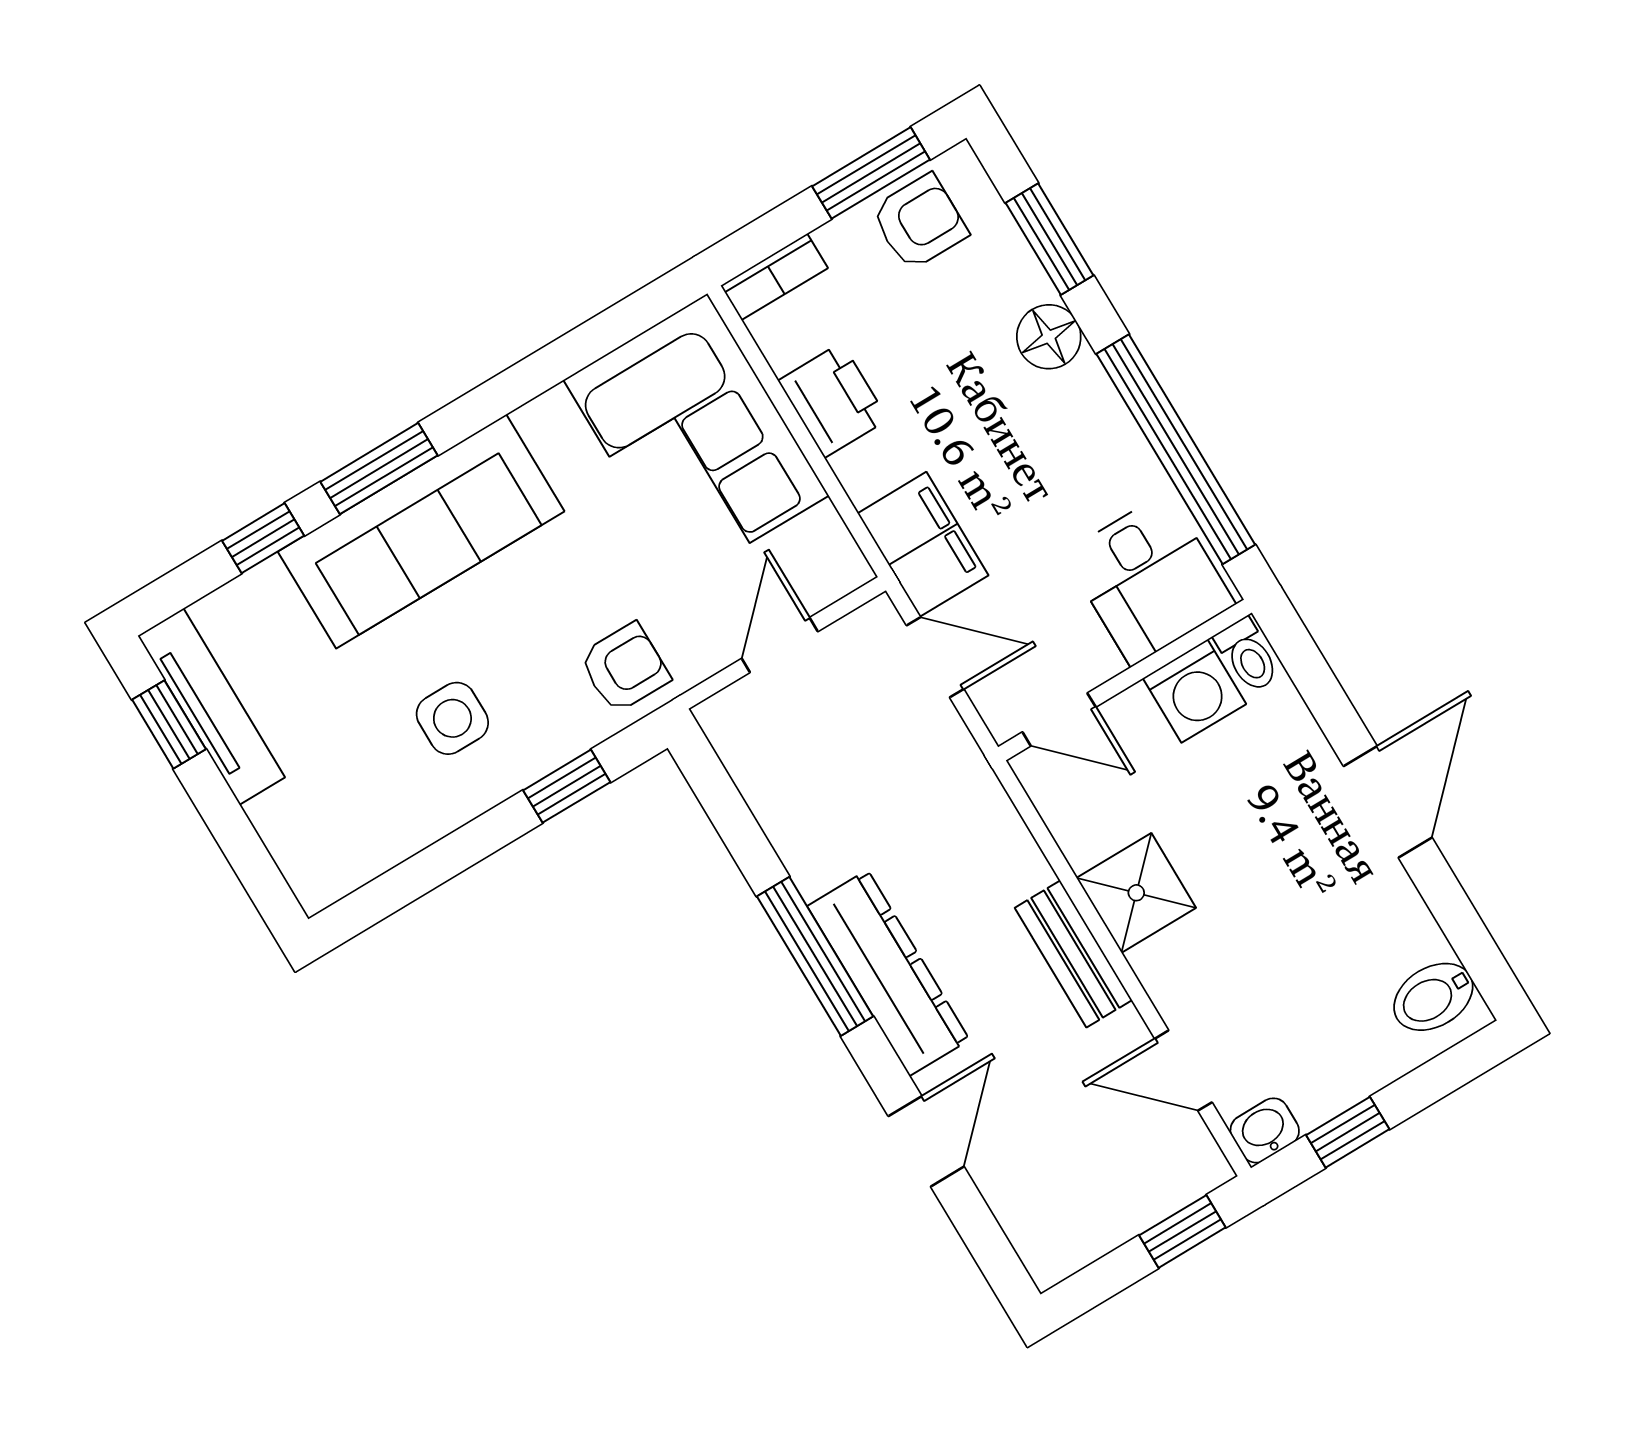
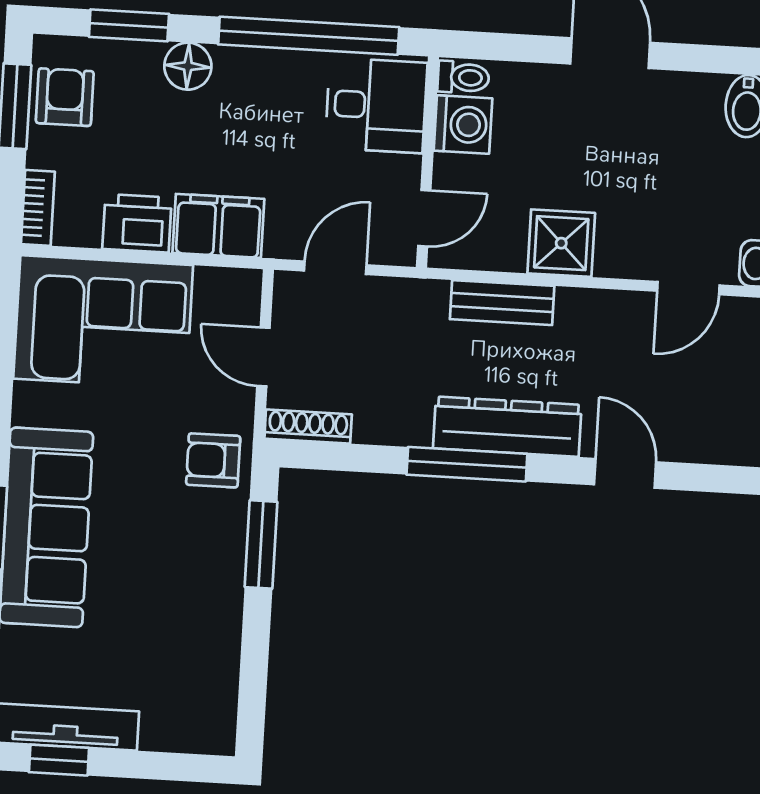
filing cabinet: (923, 544) -> (218, 226), moved
armchair: (625, 668) -> (213, 460), turned -90
side table: (452, 718) -> (173, 586), removed
shoe rack: (736, 749) -> (308, 427), added
window: (567, 786) -> (261, 544), width x1.50
bench: (1073, 954) -> (502, 303), moved

